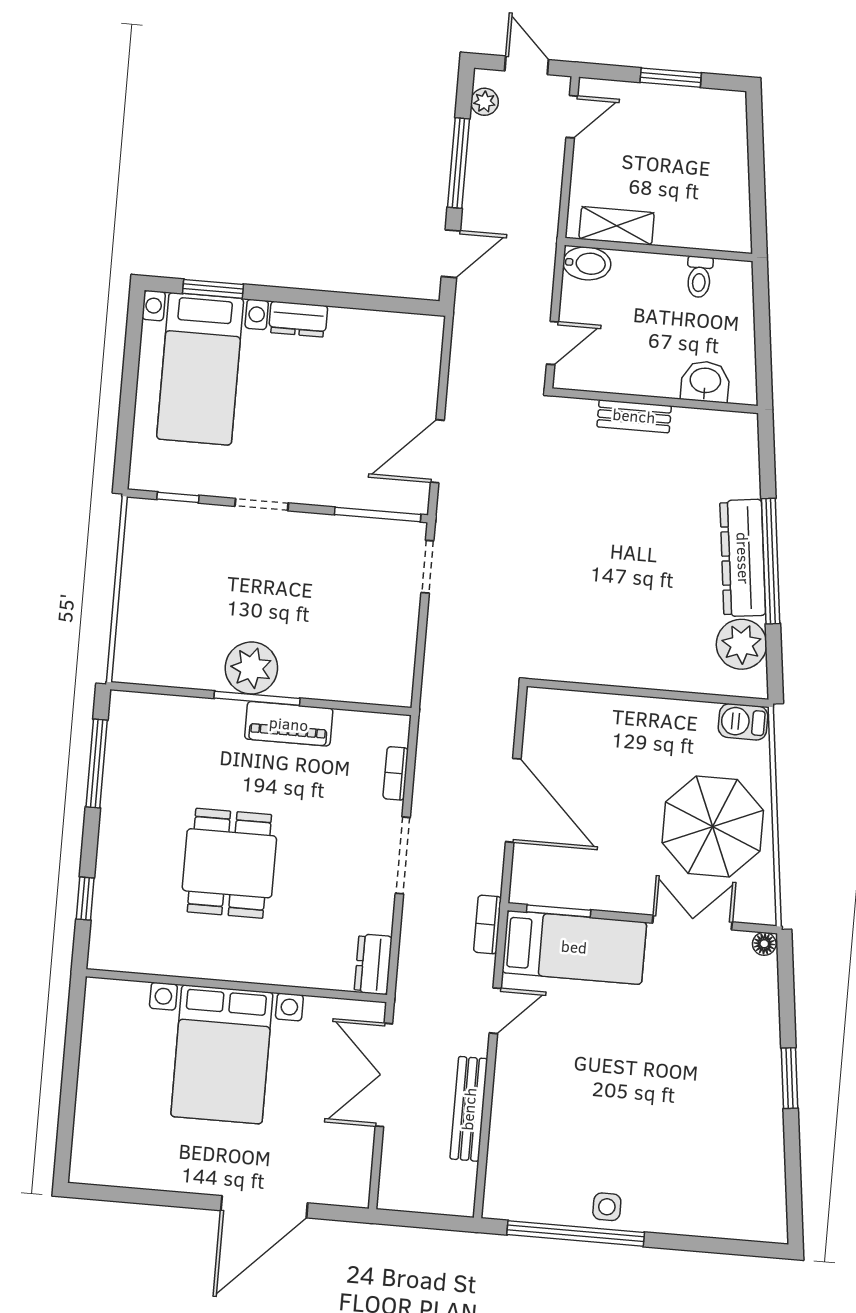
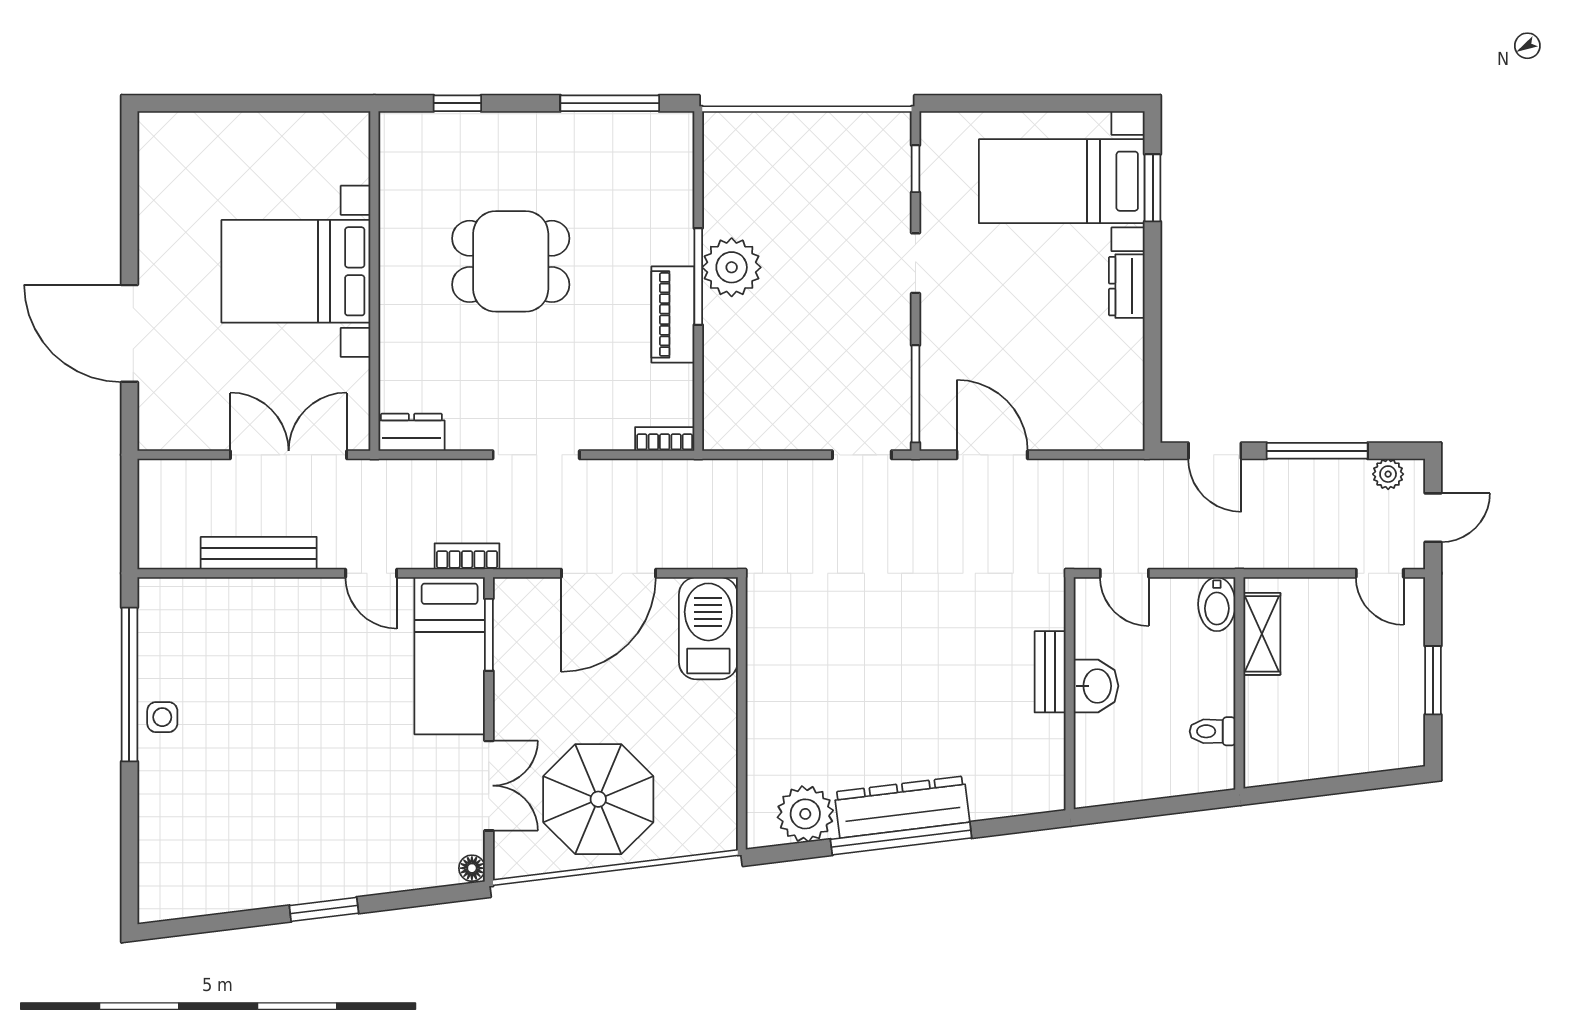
washbasin: (705, 382) -> (1096, 686), moved
barbecue: (743, 722) -> (708, 628), moved, width x1.88, depth x1.53
bookcase: (396, 773) -> (665, 439), moved

